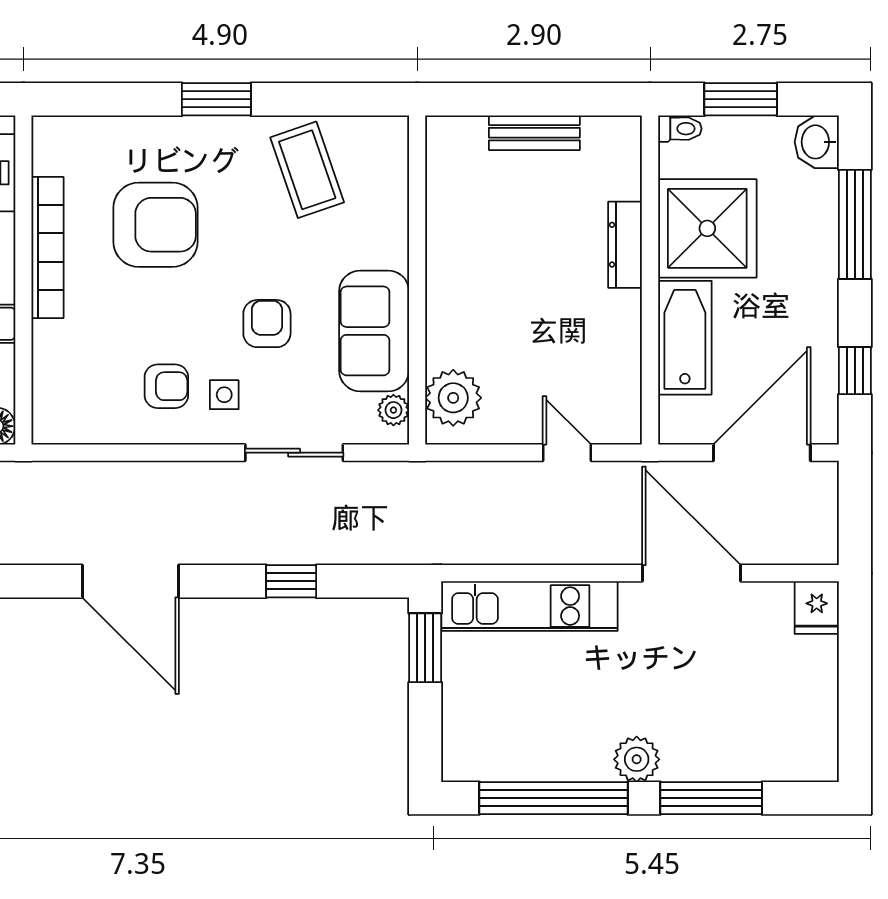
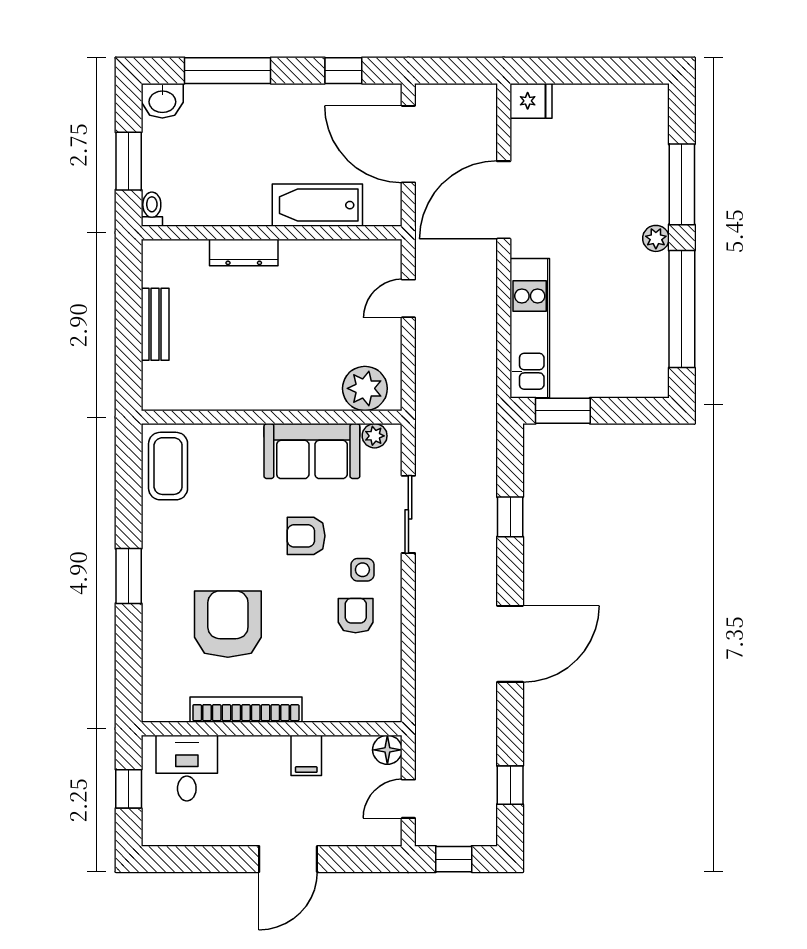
coffee table: (307, 170) -> (168, 466), moved, turned -71
shower: (707, 228) -> (231, 187), removed
plant: (637, 759) -> (656, 238), width x0.73, depth x0.73

